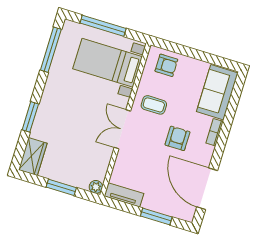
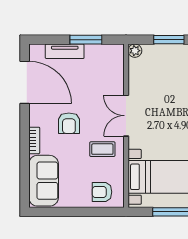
double door: (122, 129) -> (126, 116), swing flipped
tv unit: (124, 195) -> (65, 51), moved
window: (156, 216) -> (86, 40), moved

